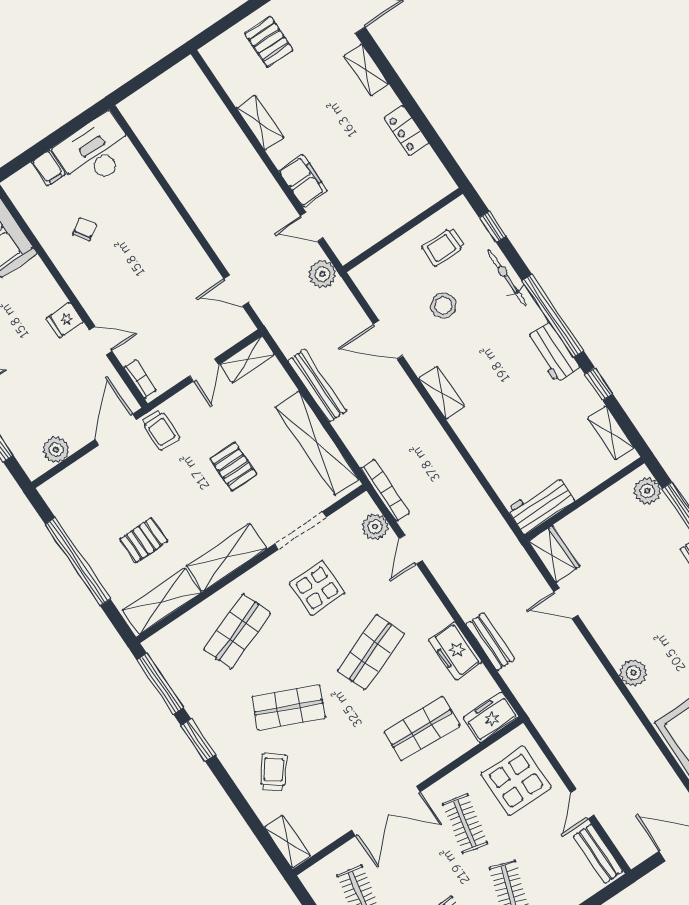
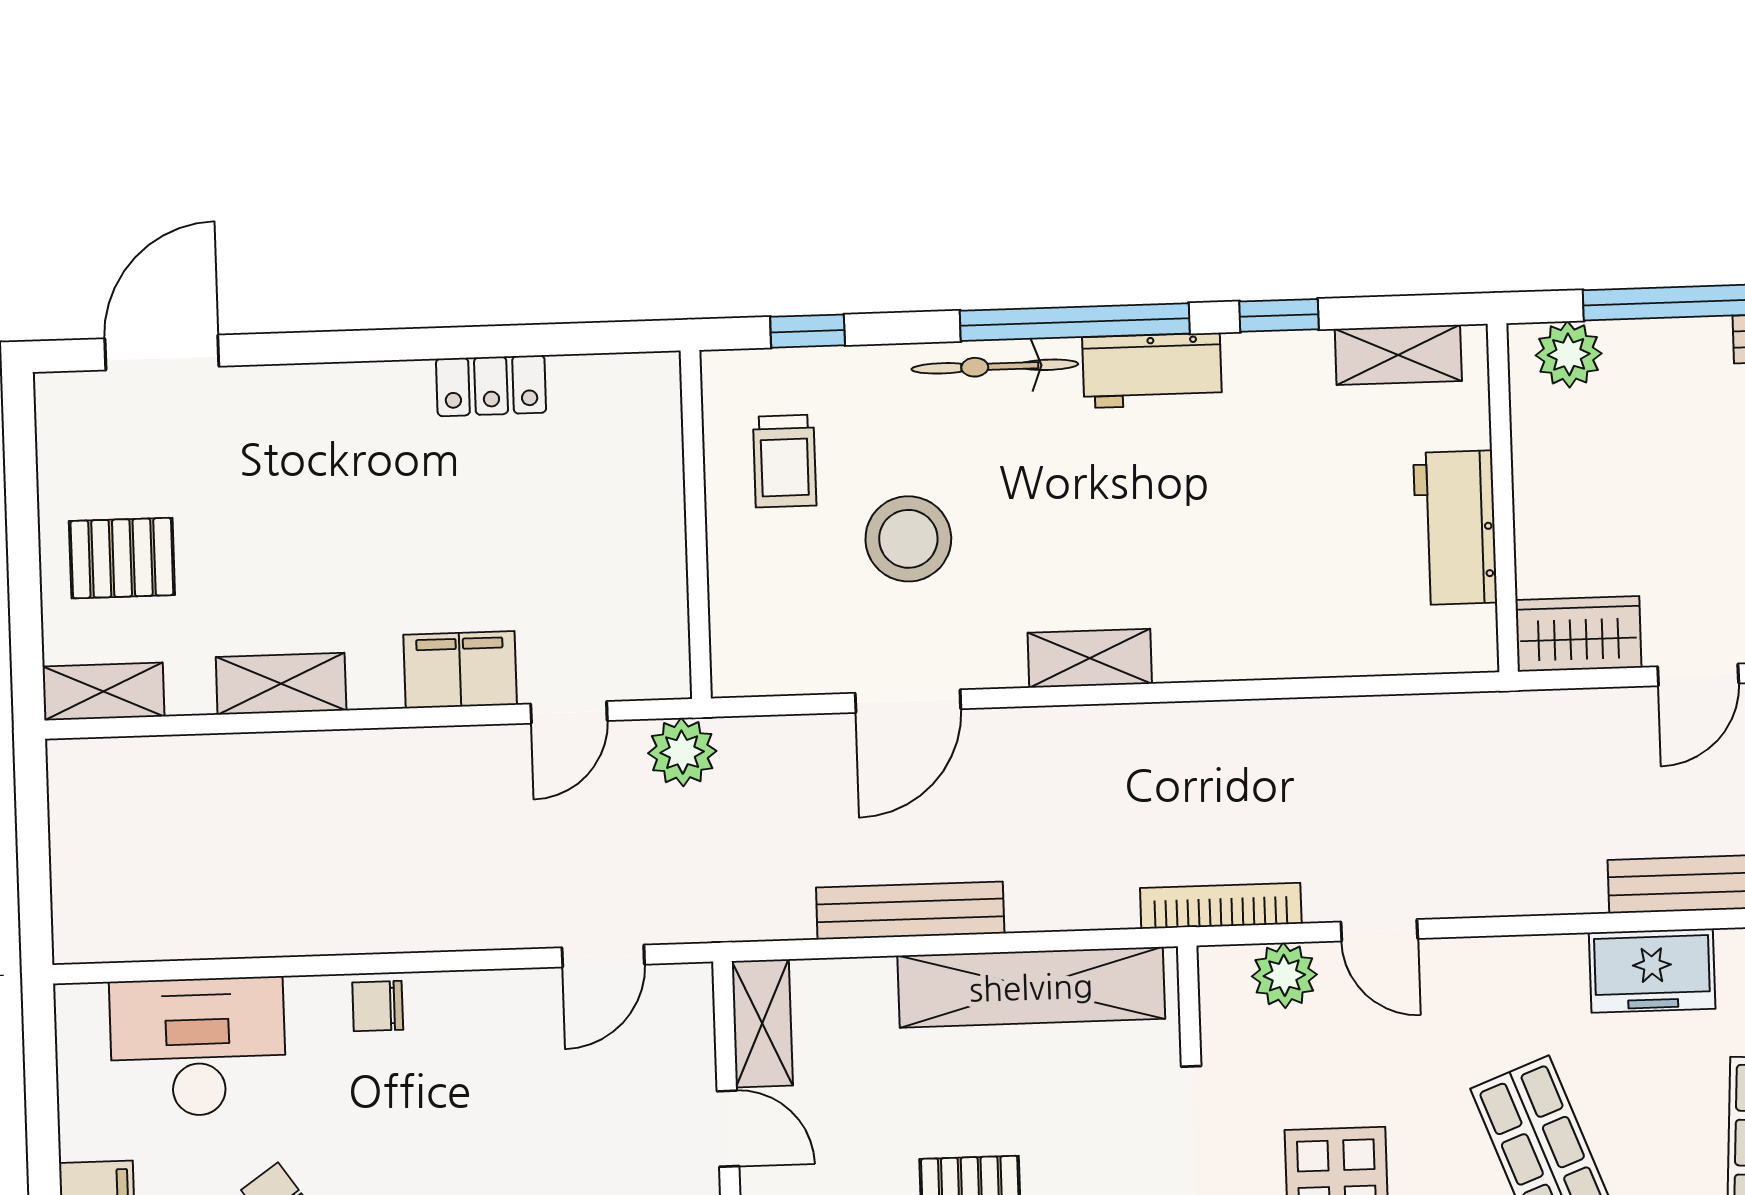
shelving: (366, 70) -> (103, 692), moved
desk: (95, 152) -> (198, 1047), moved, turned 90
chair: (171, 225) -> (378, 1006), added
bicycle: (507, 278) -> (995, 367), moved
stool: (443, 305) -> (908, 539), width x1.38, depth x1.38
workbench: (541, 505) -> (1455, 528), moved

